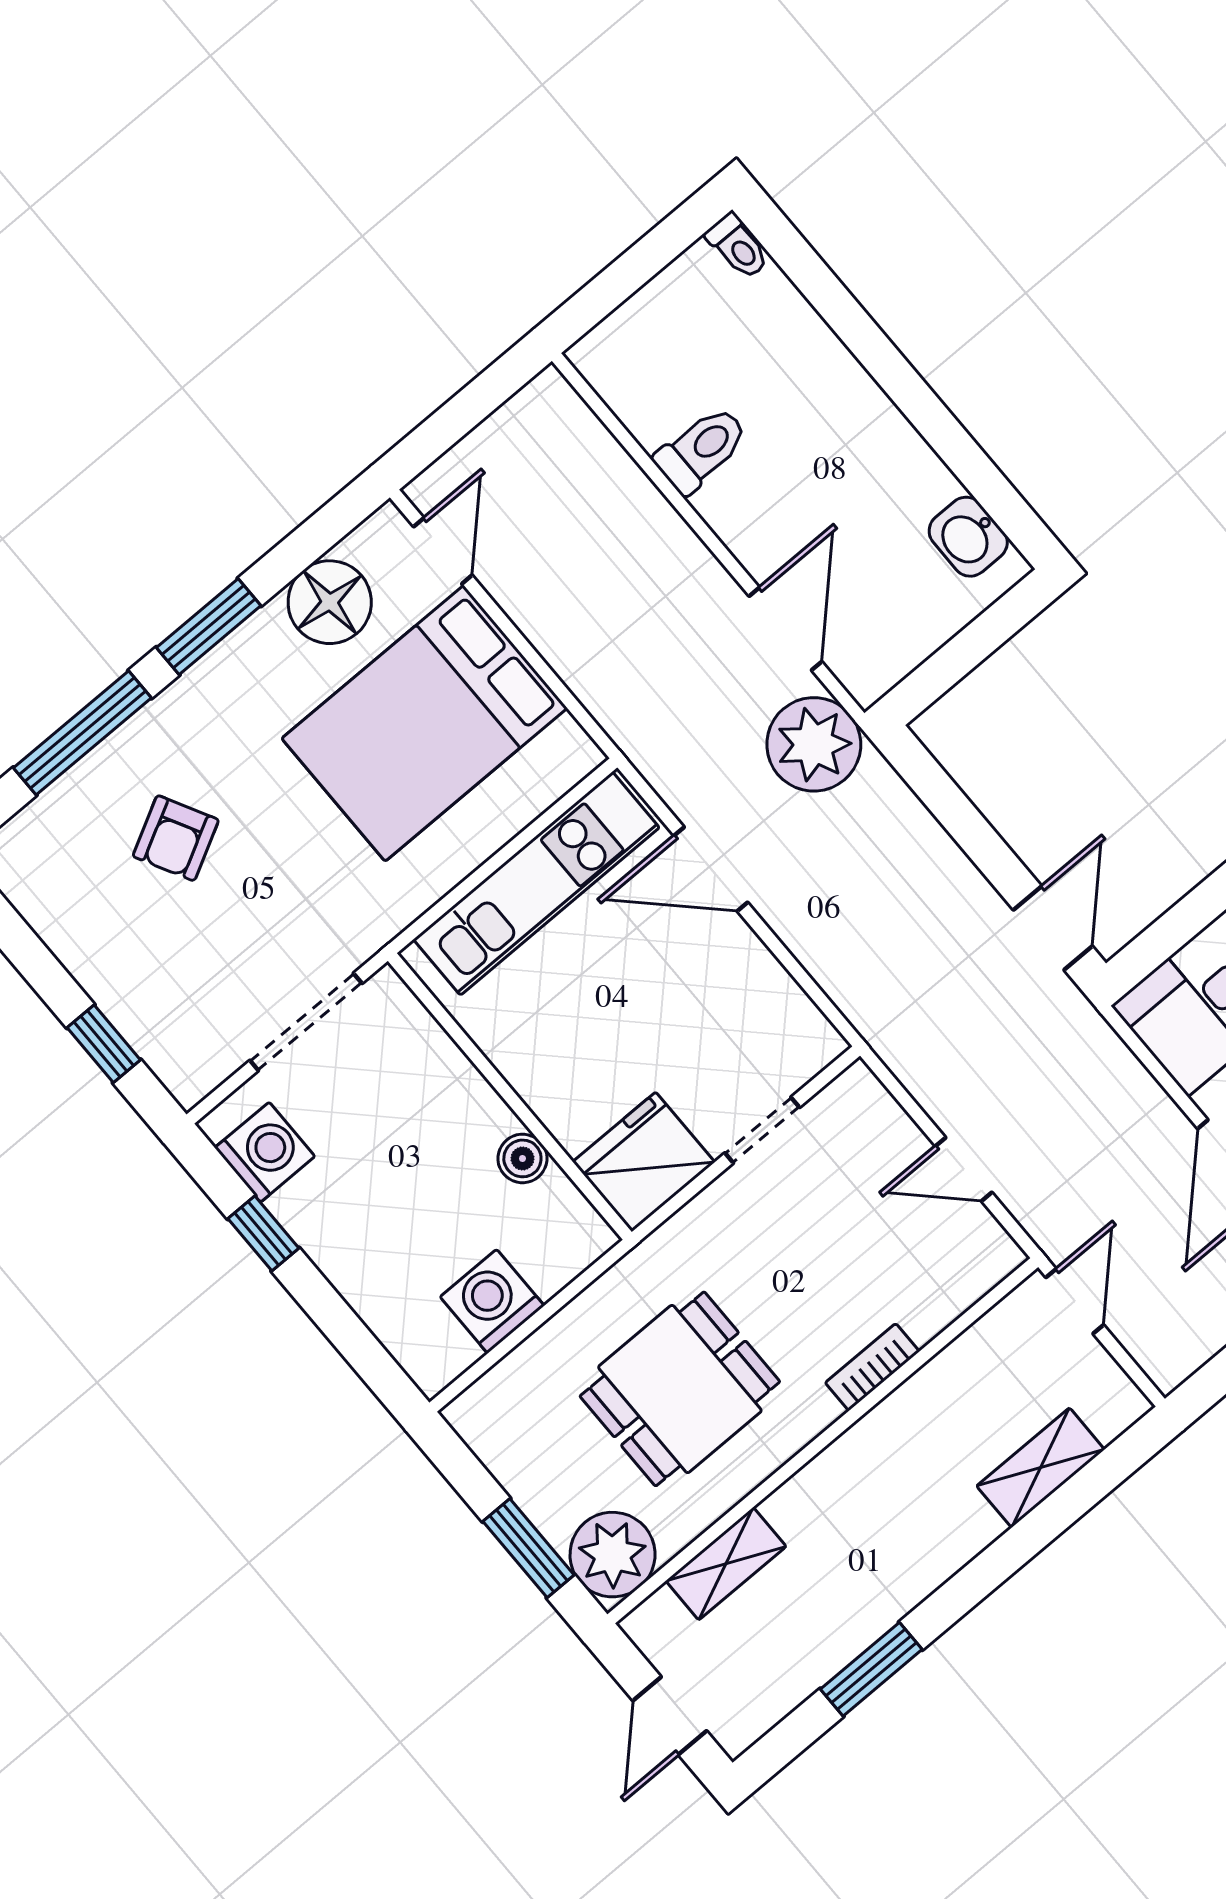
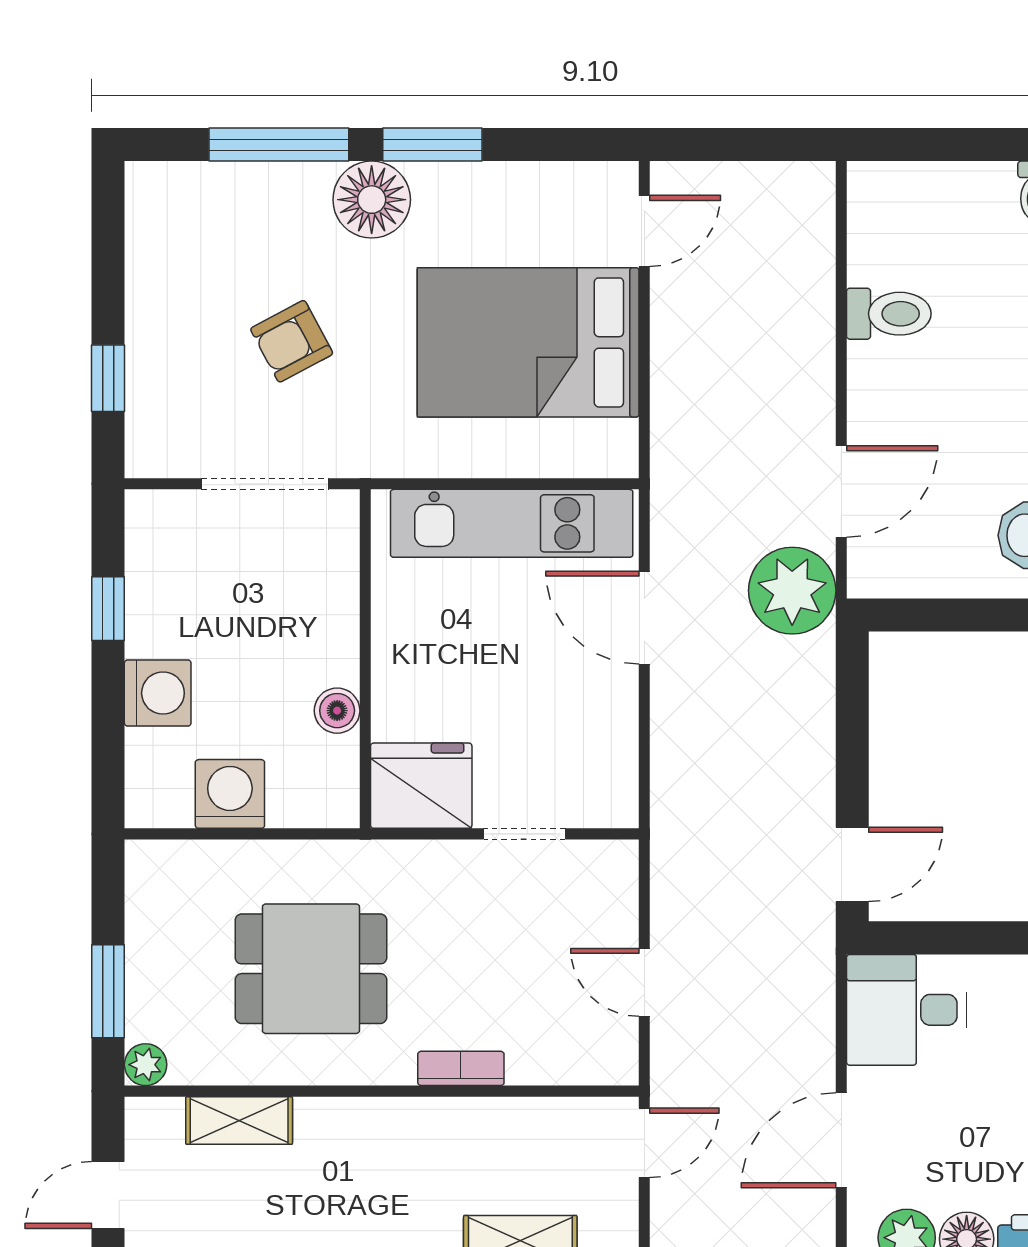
floor lamp: (330, 602) -> (372, 200), moved
armchair: (176, 838) -> (292, 341), moved
washing machine: (265, 1152) -> (158, 693), moved
plant: (613, 1555) -> (146, 1065), width x0.53, depth x0.53

